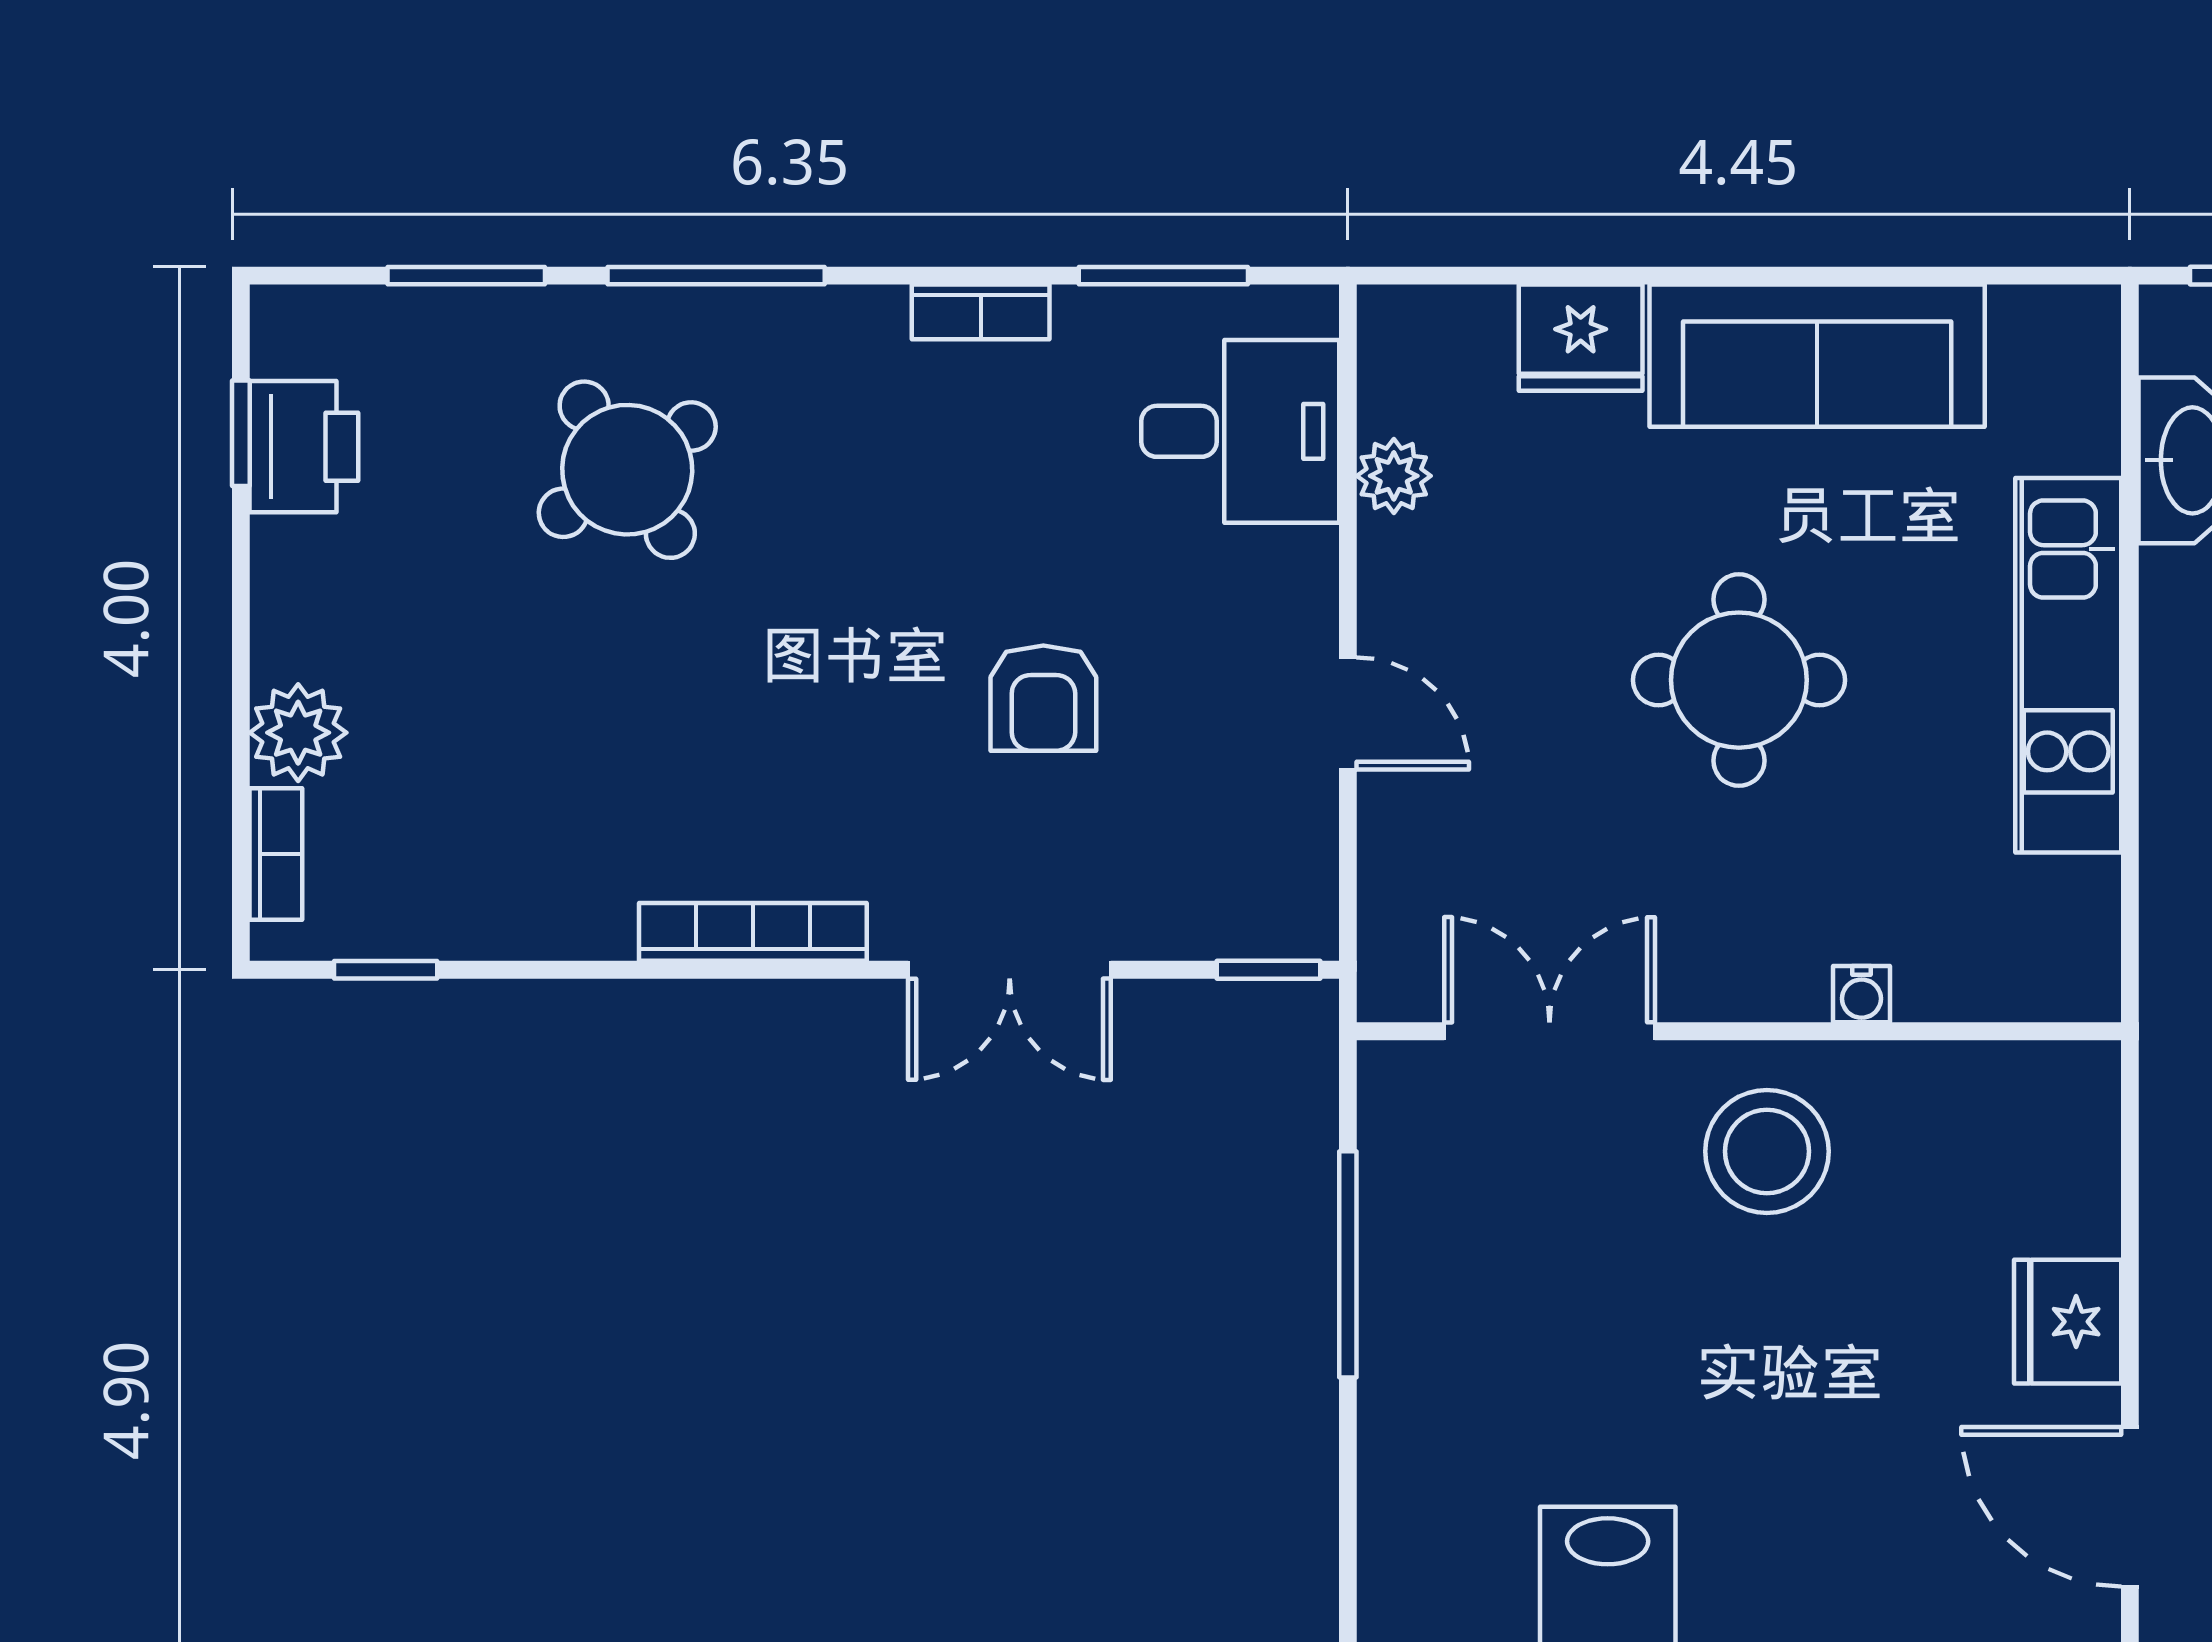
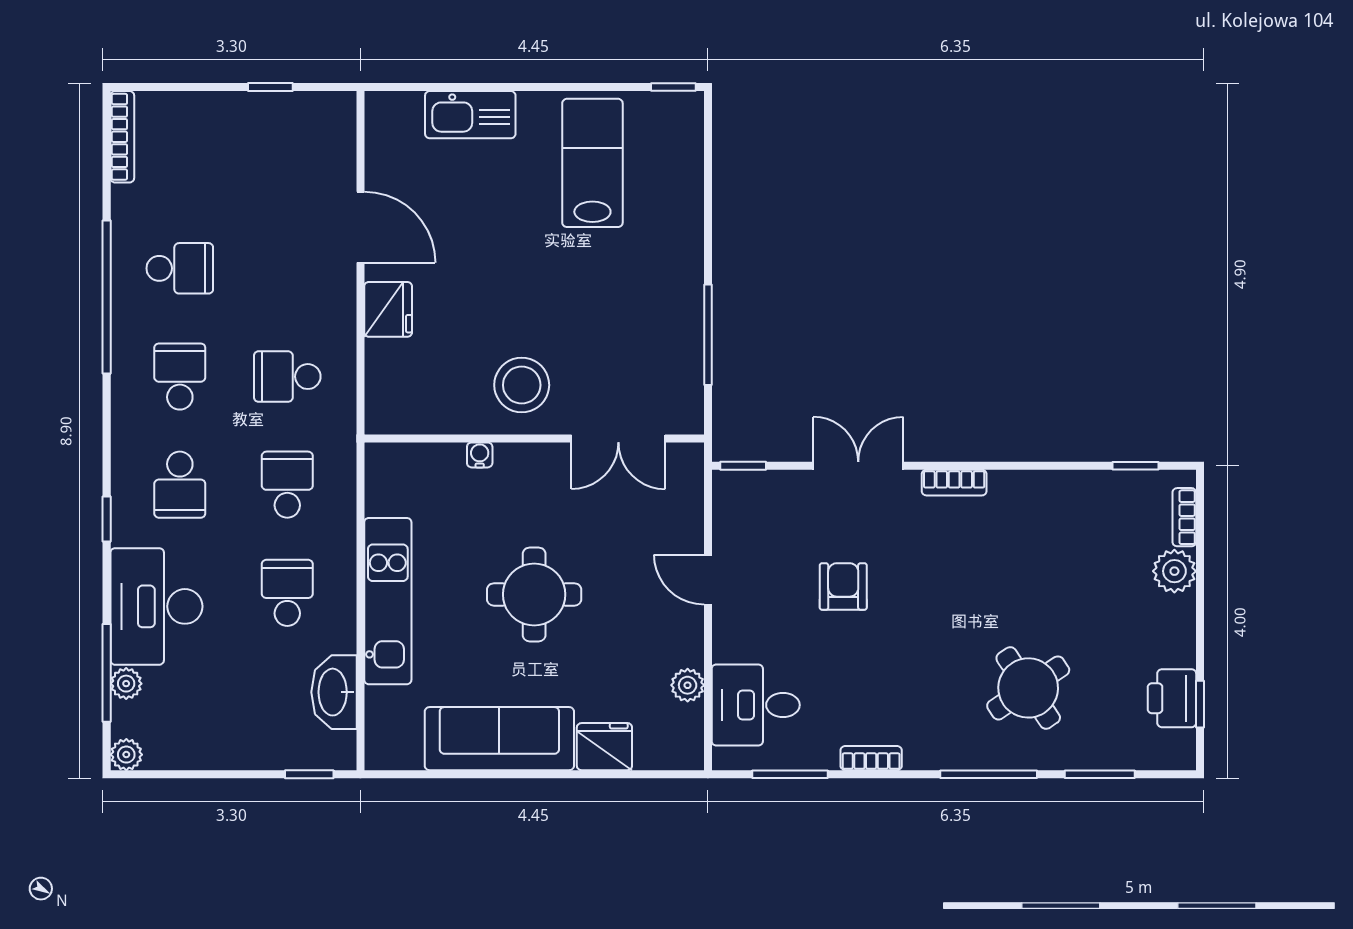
bookcase: (753, 932) -> (954, 483), width x0.64

